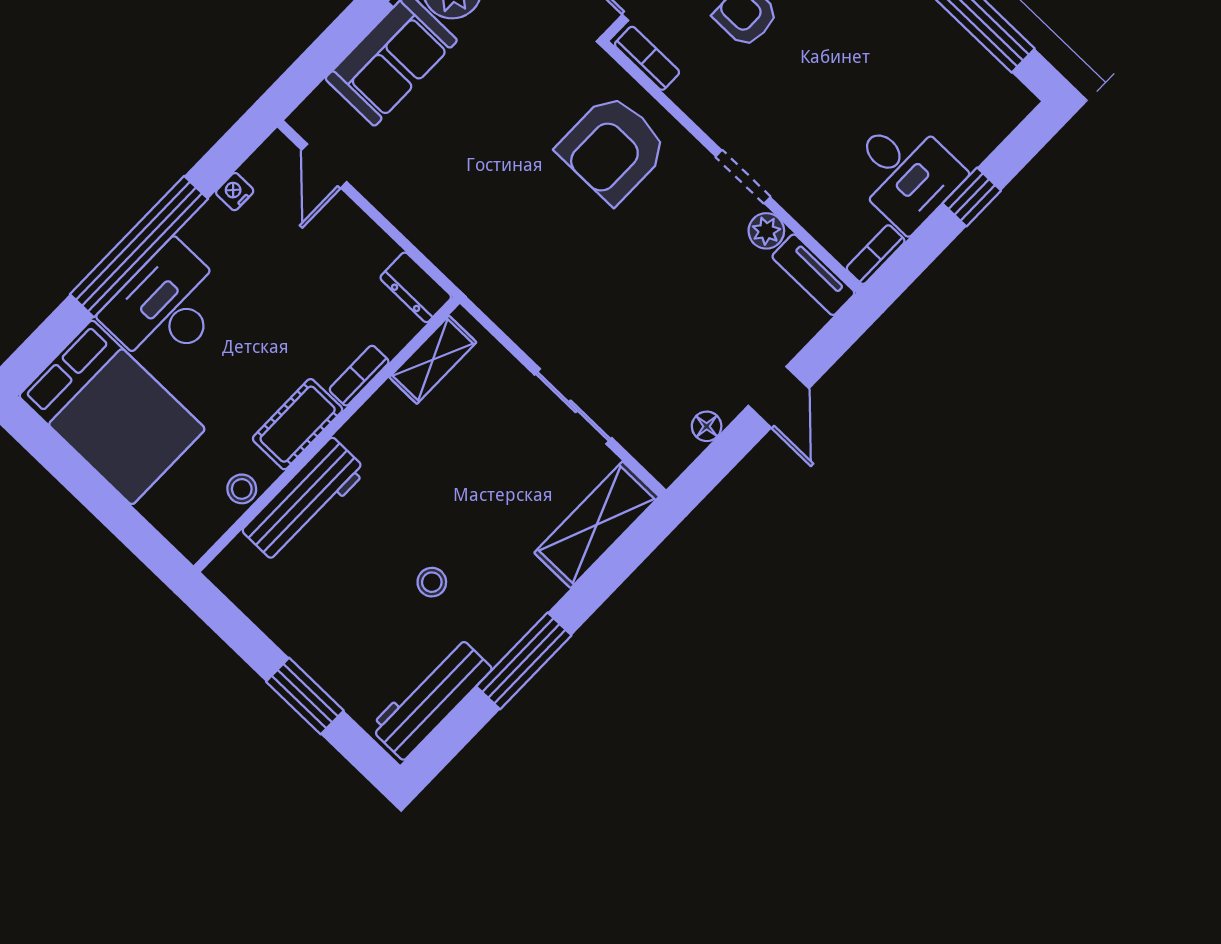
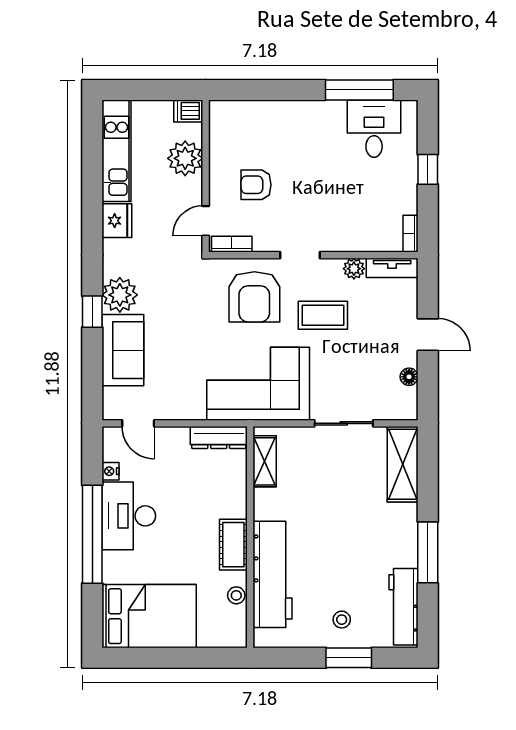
desk: (905, 173) -> (374, 129), moved, turned -90
doorway: (743, 177) -> (300, 255), moved
coffee table: (674, 251) -> (323, 315), added
corner sofa: (516, 258) -> (258, 384), added
dresser: (416, 287) -> (219, 437), width x1.44
desk: (166, 307) -> (129, 516), moved
bookcase: (359, 376) -> (240, 498), removed
workbench: (304, 500) -> (272, 574), width x1.36, depth x1.32
stool: (432, 582) -> (342, 620), moved

